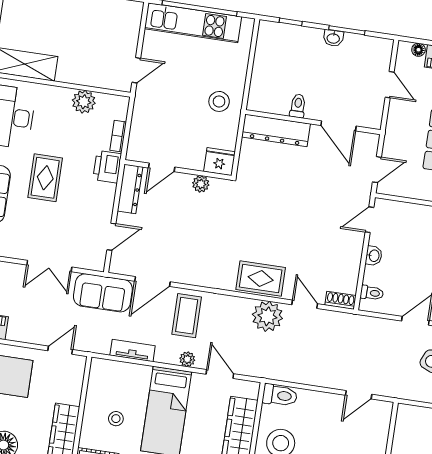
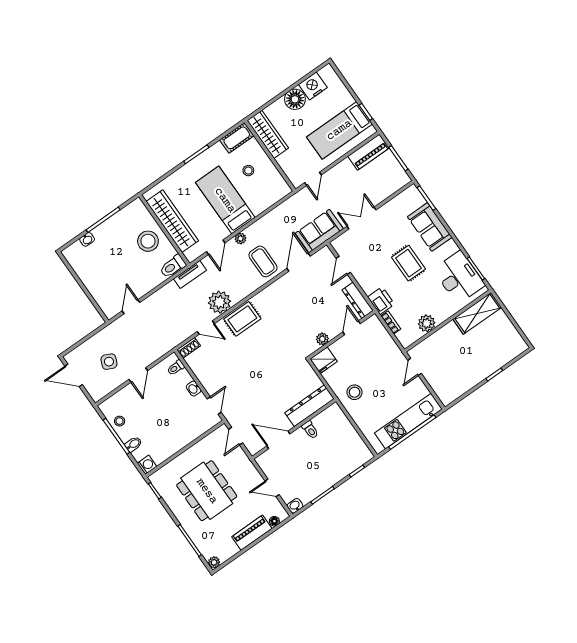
washbasin: (333, 38) -> (295, 506), moved
tv unit: (133, 351) -> (190, 274), moved
door: (220, 374) -> (216, 247), hinge flipped

